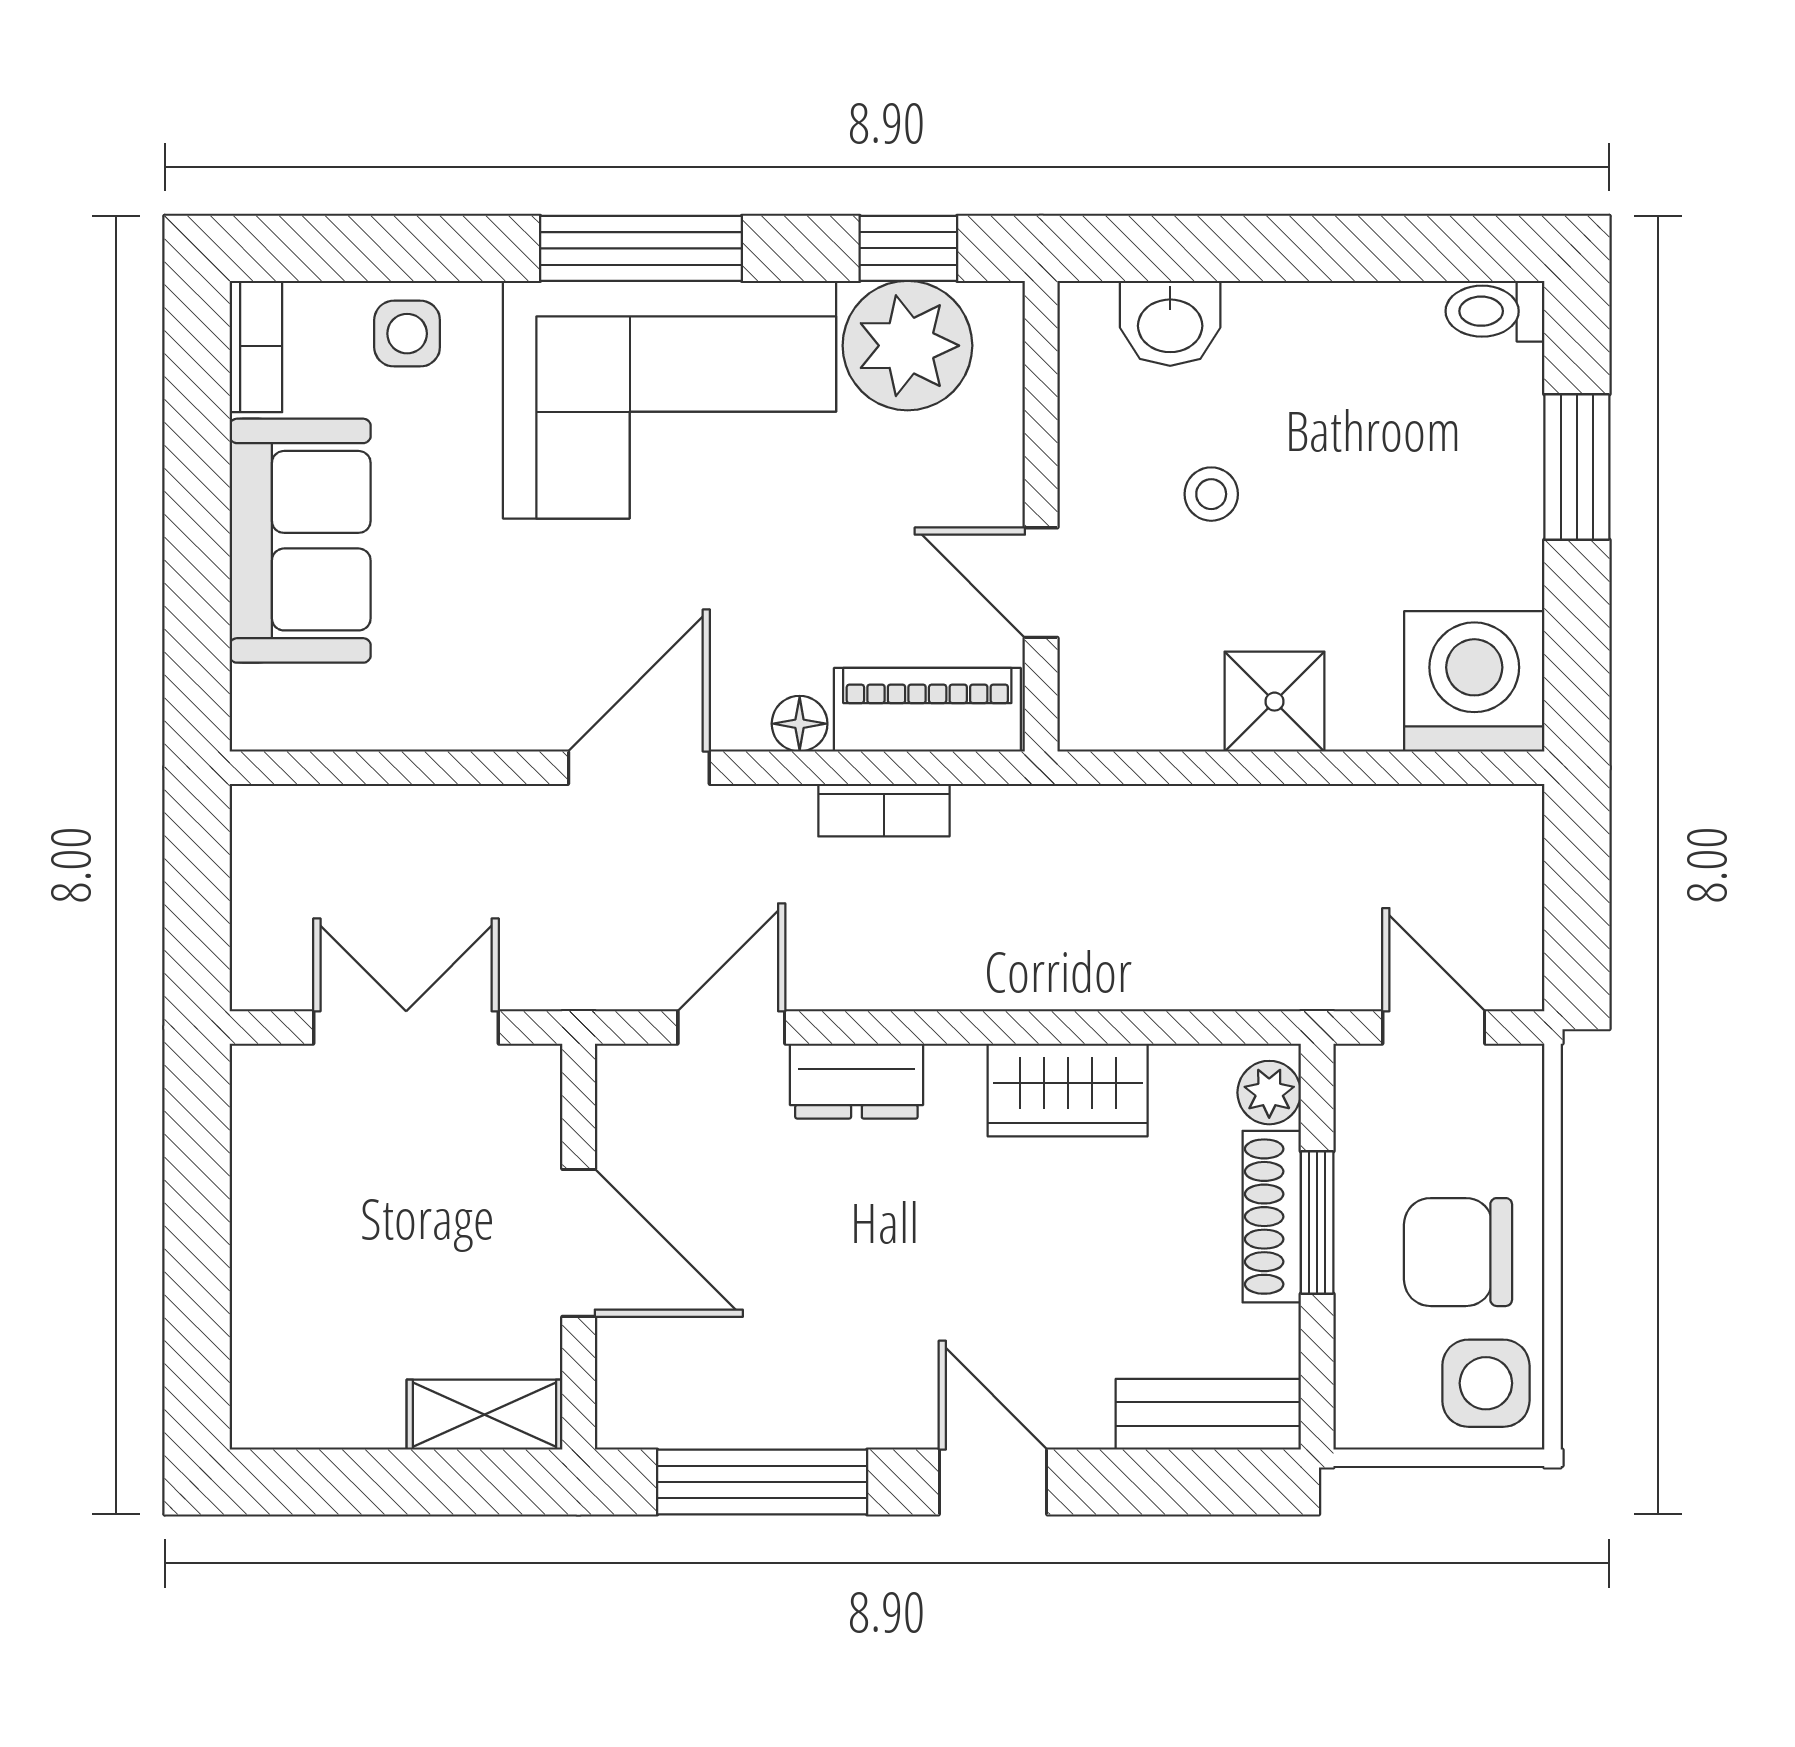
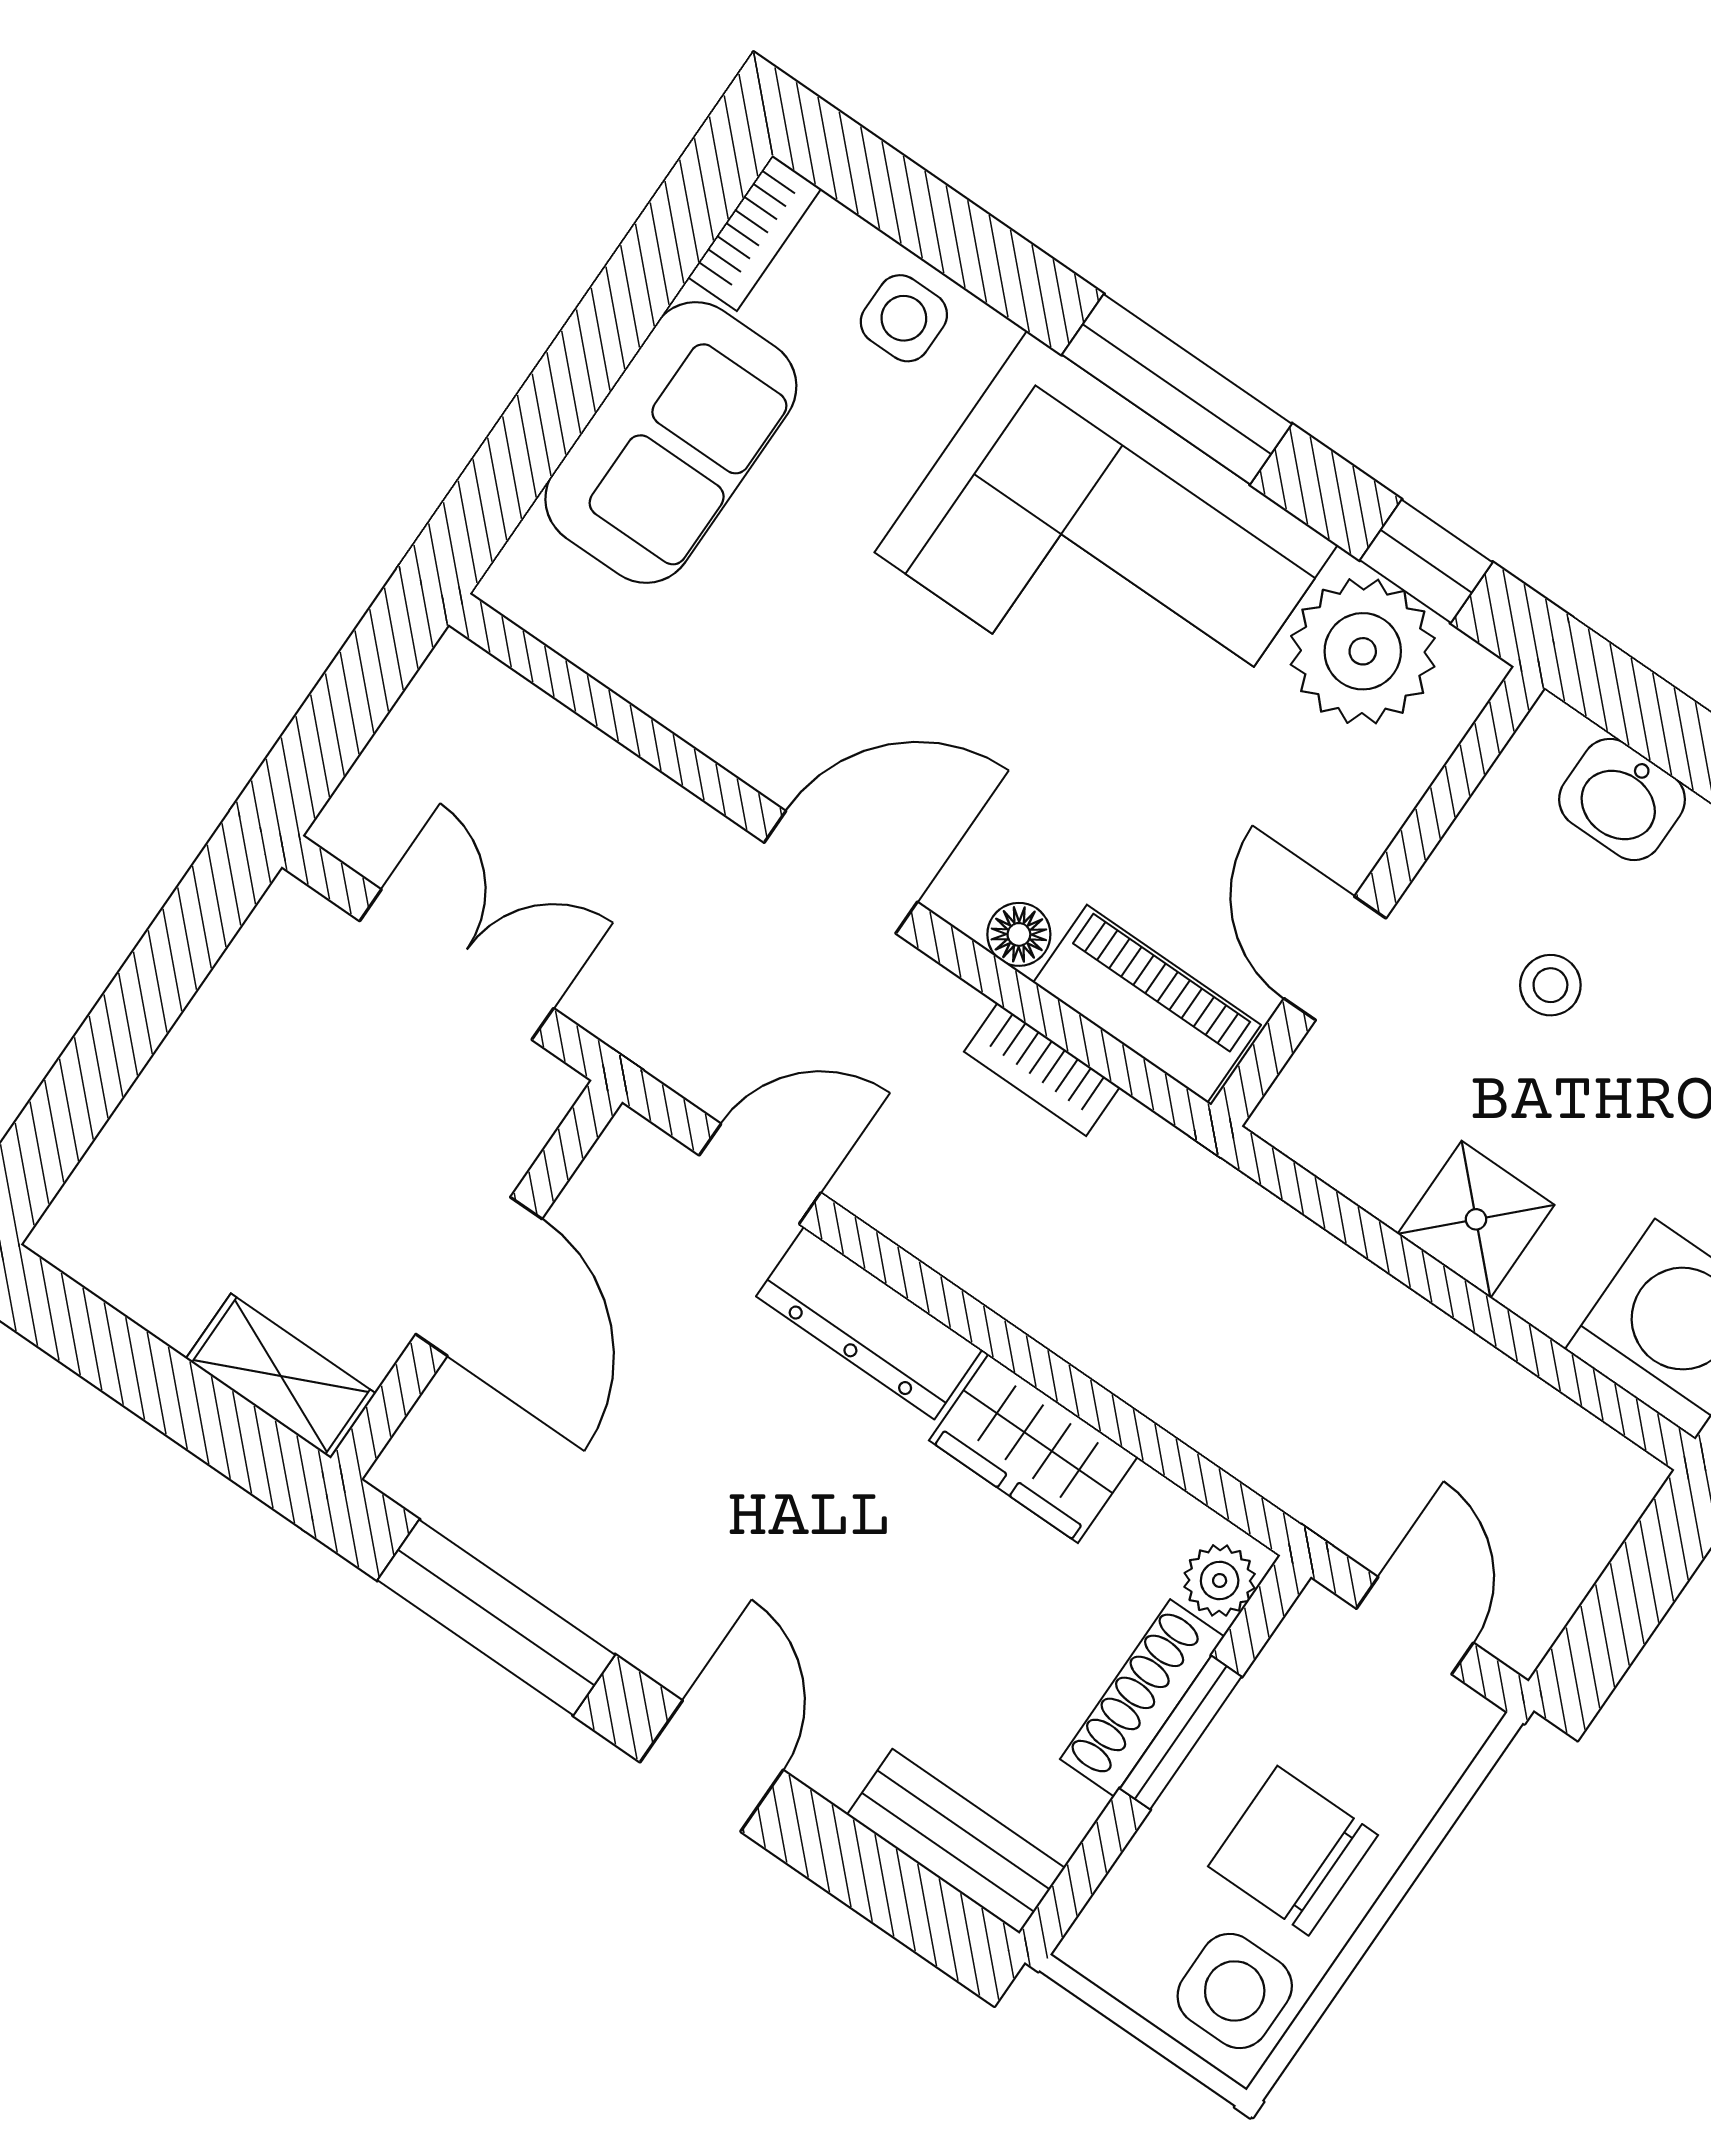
dresser: (856, 1081) -> (869, 1323), width x1.44

